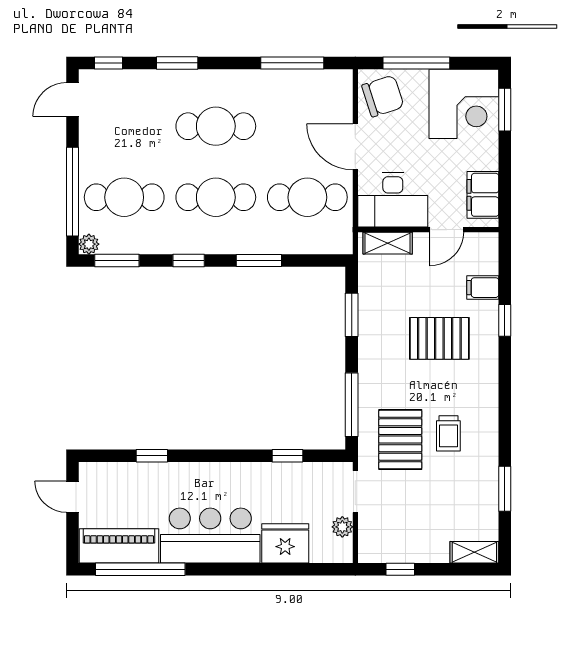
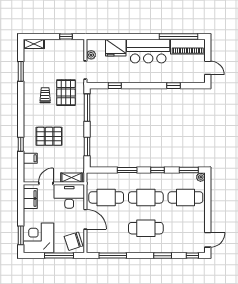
window: (73, 192) -> (208, 200), removed

